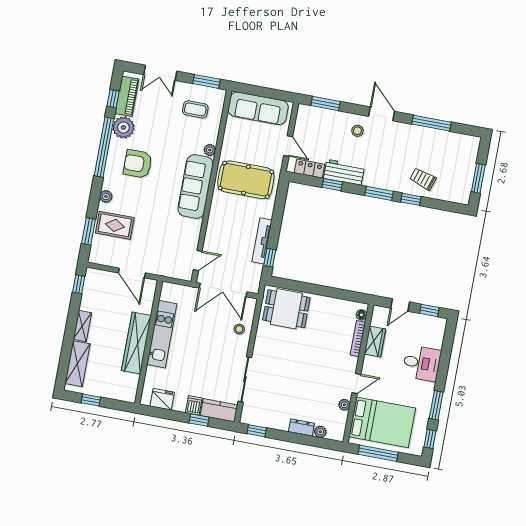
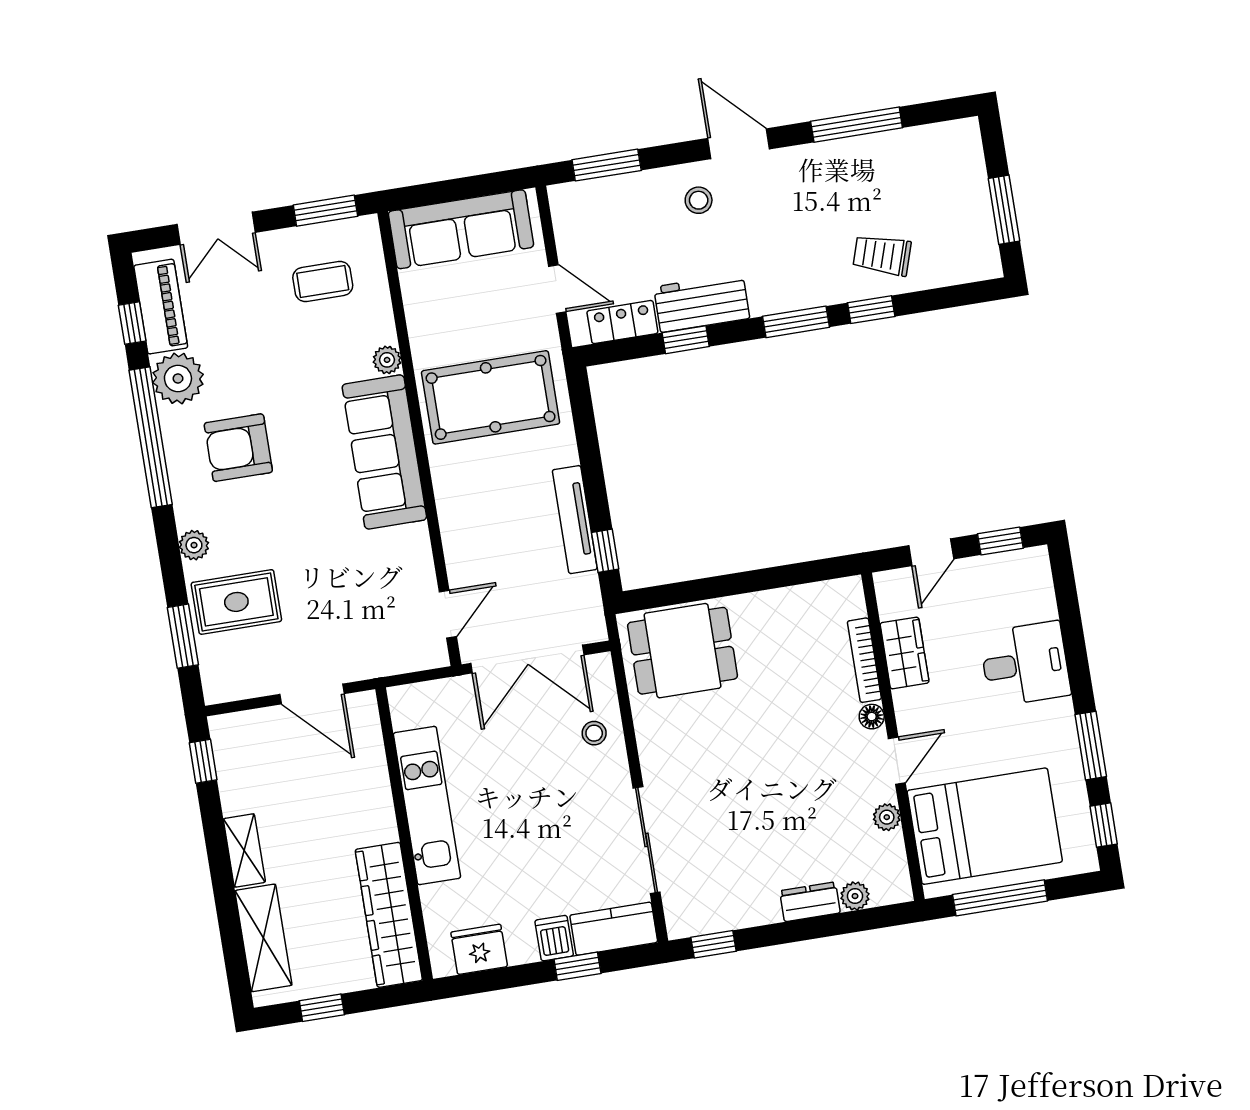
floor lamp: (361, 315) -> (872, 717), moved
wardrobe: (136, 343) -> (389, 915), moved

